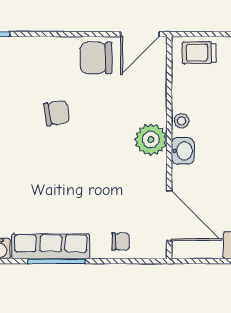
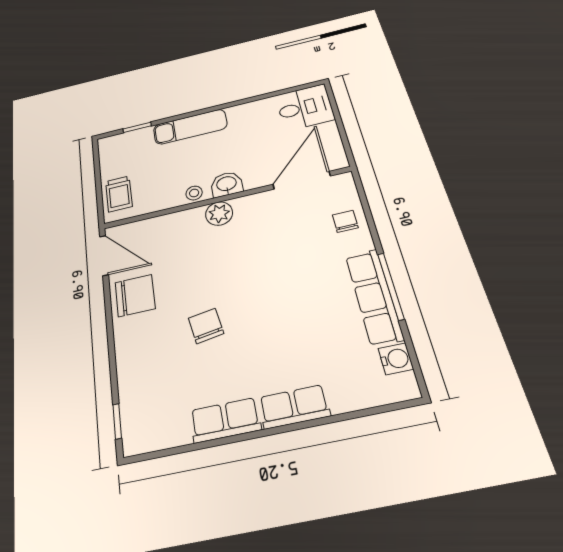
chair: (96, 58) -> (135, 296), turned -90
plant: (151, 140) -> (219, 214), width x0.73, depth x0.73

